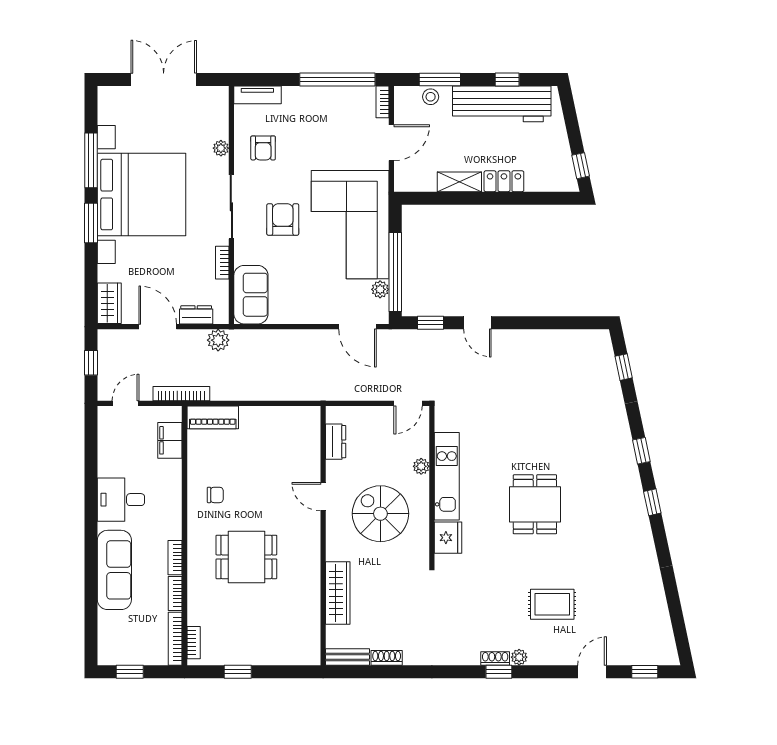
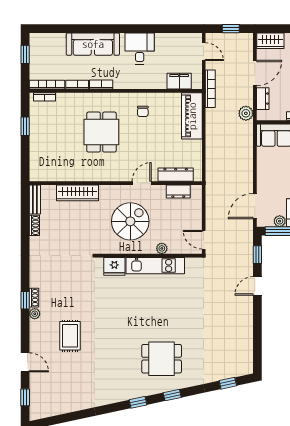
piano: (213, 417) -> (192, 116), width x1.37, depth x1.33
dresser: (310, 446) -> (176, 175), added
dining table: (535, 504) -> (162, 359), moved

